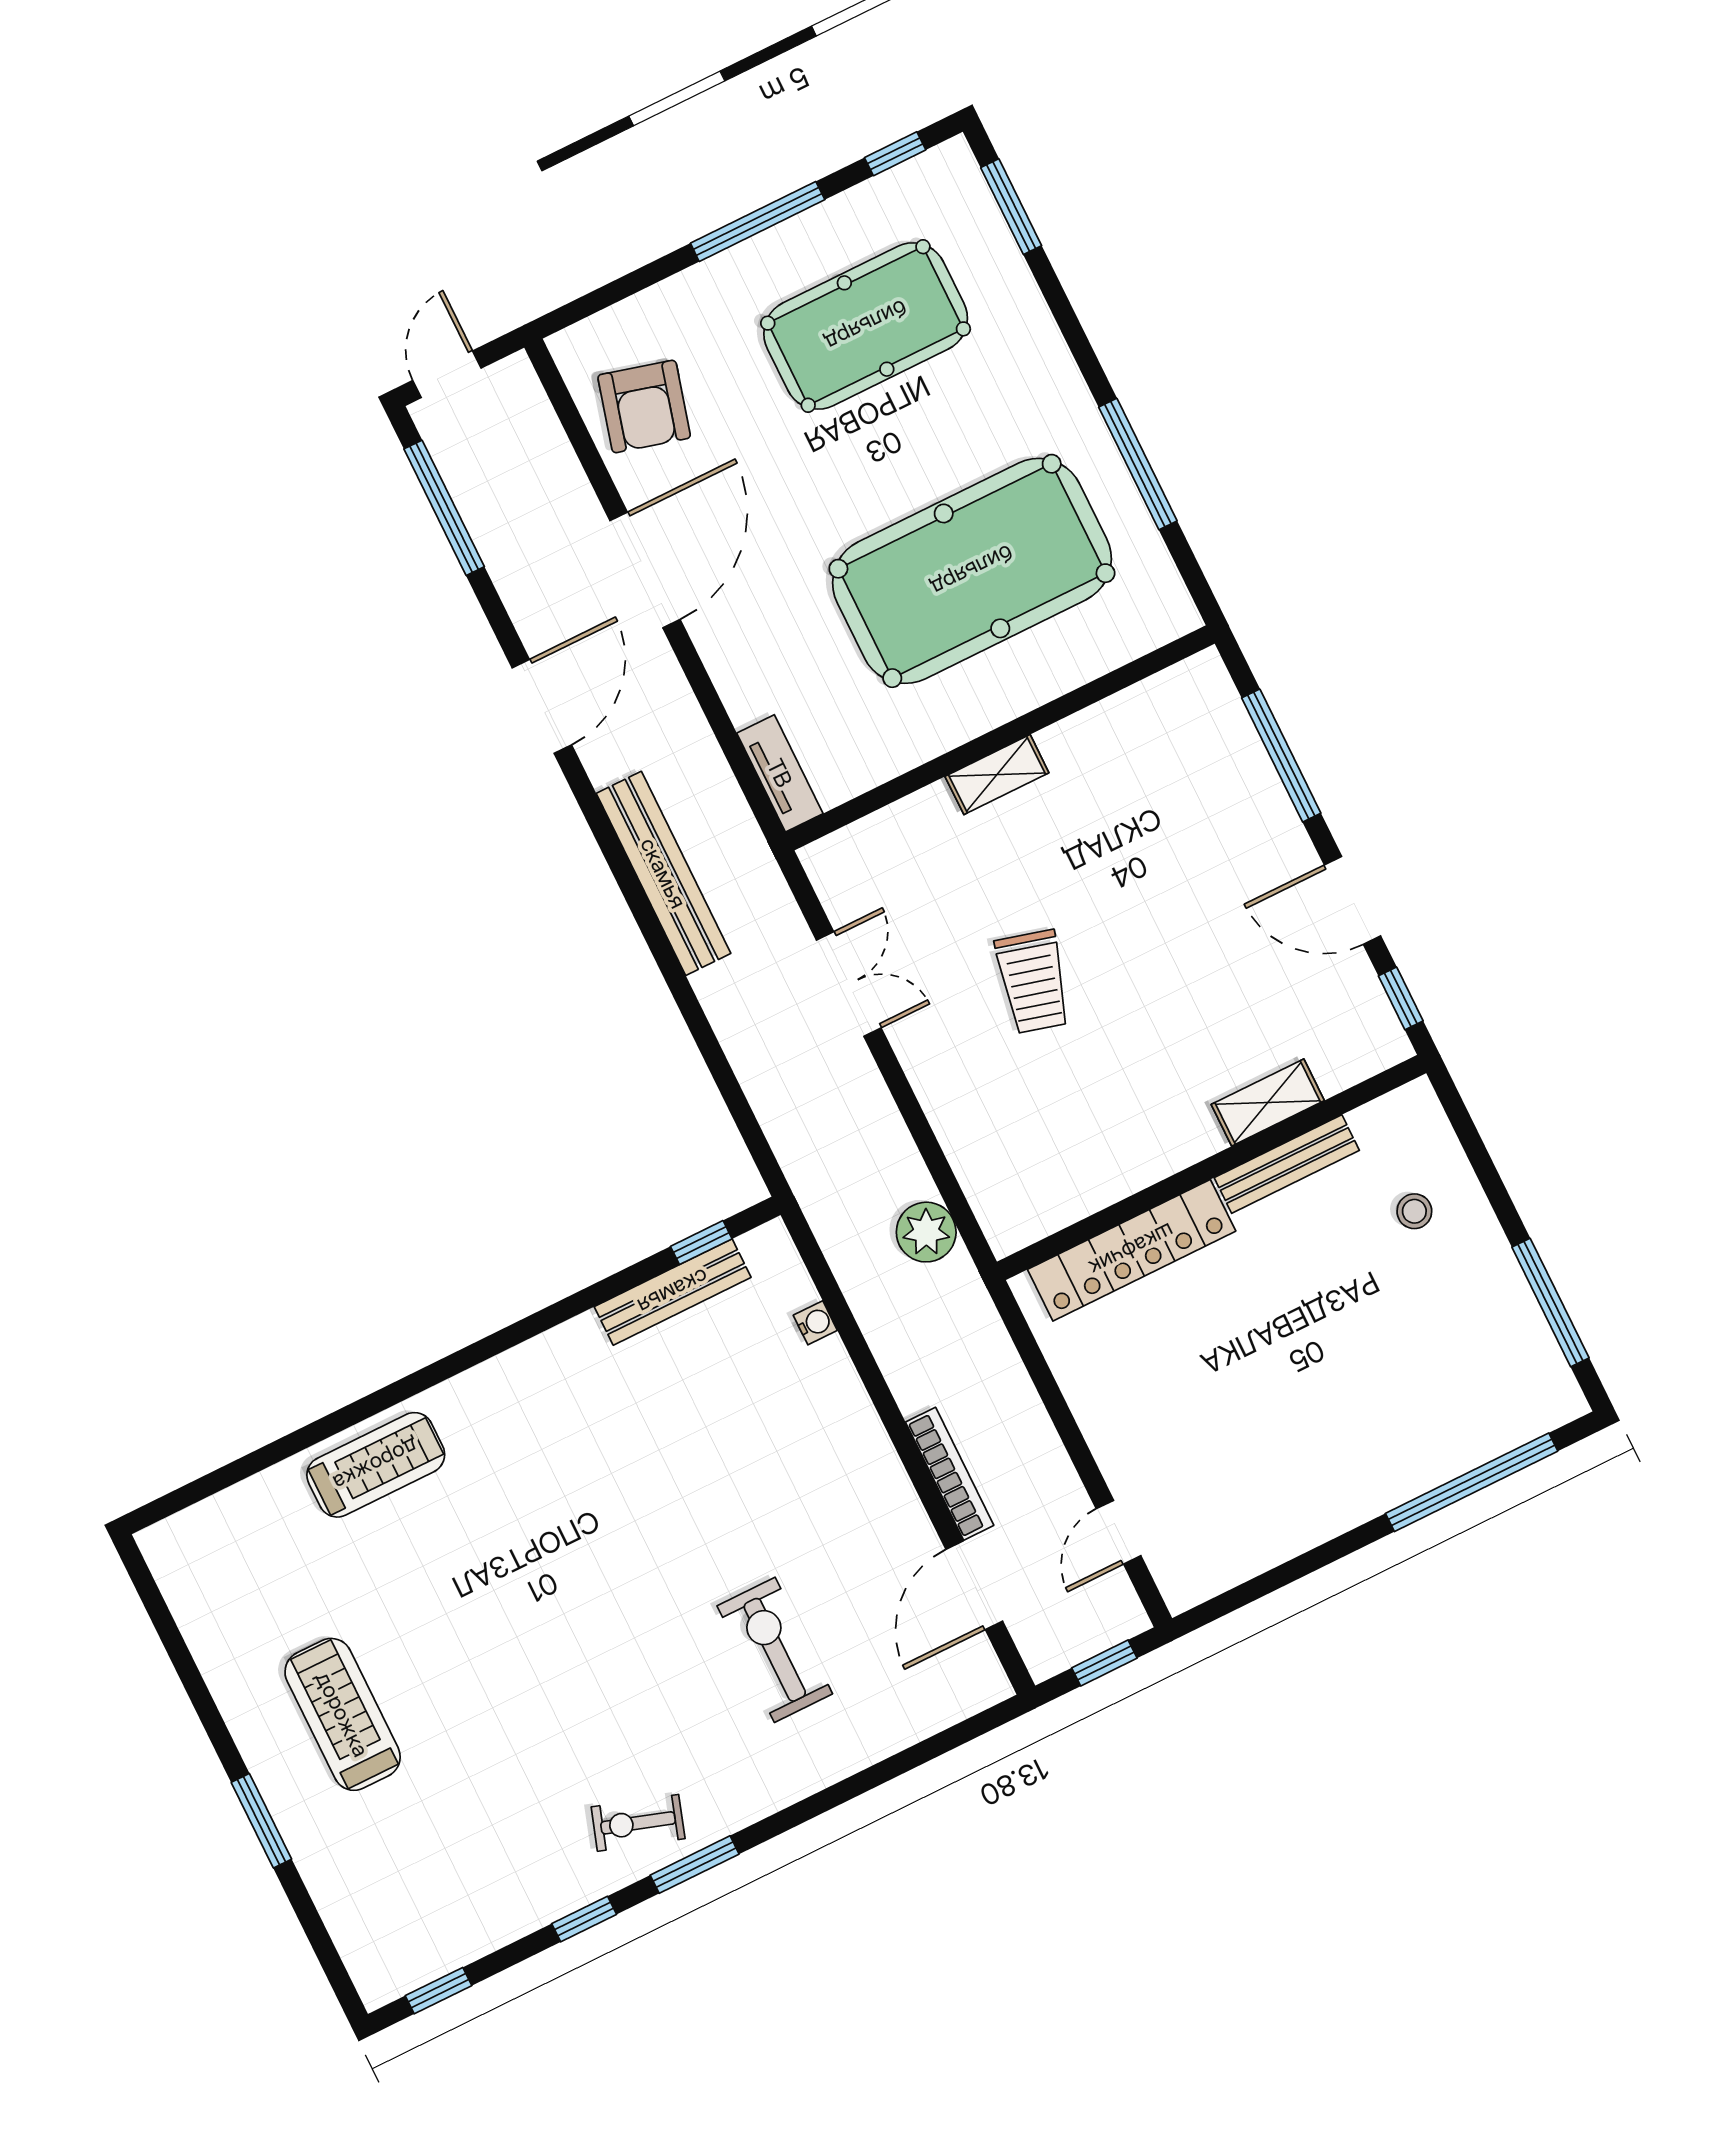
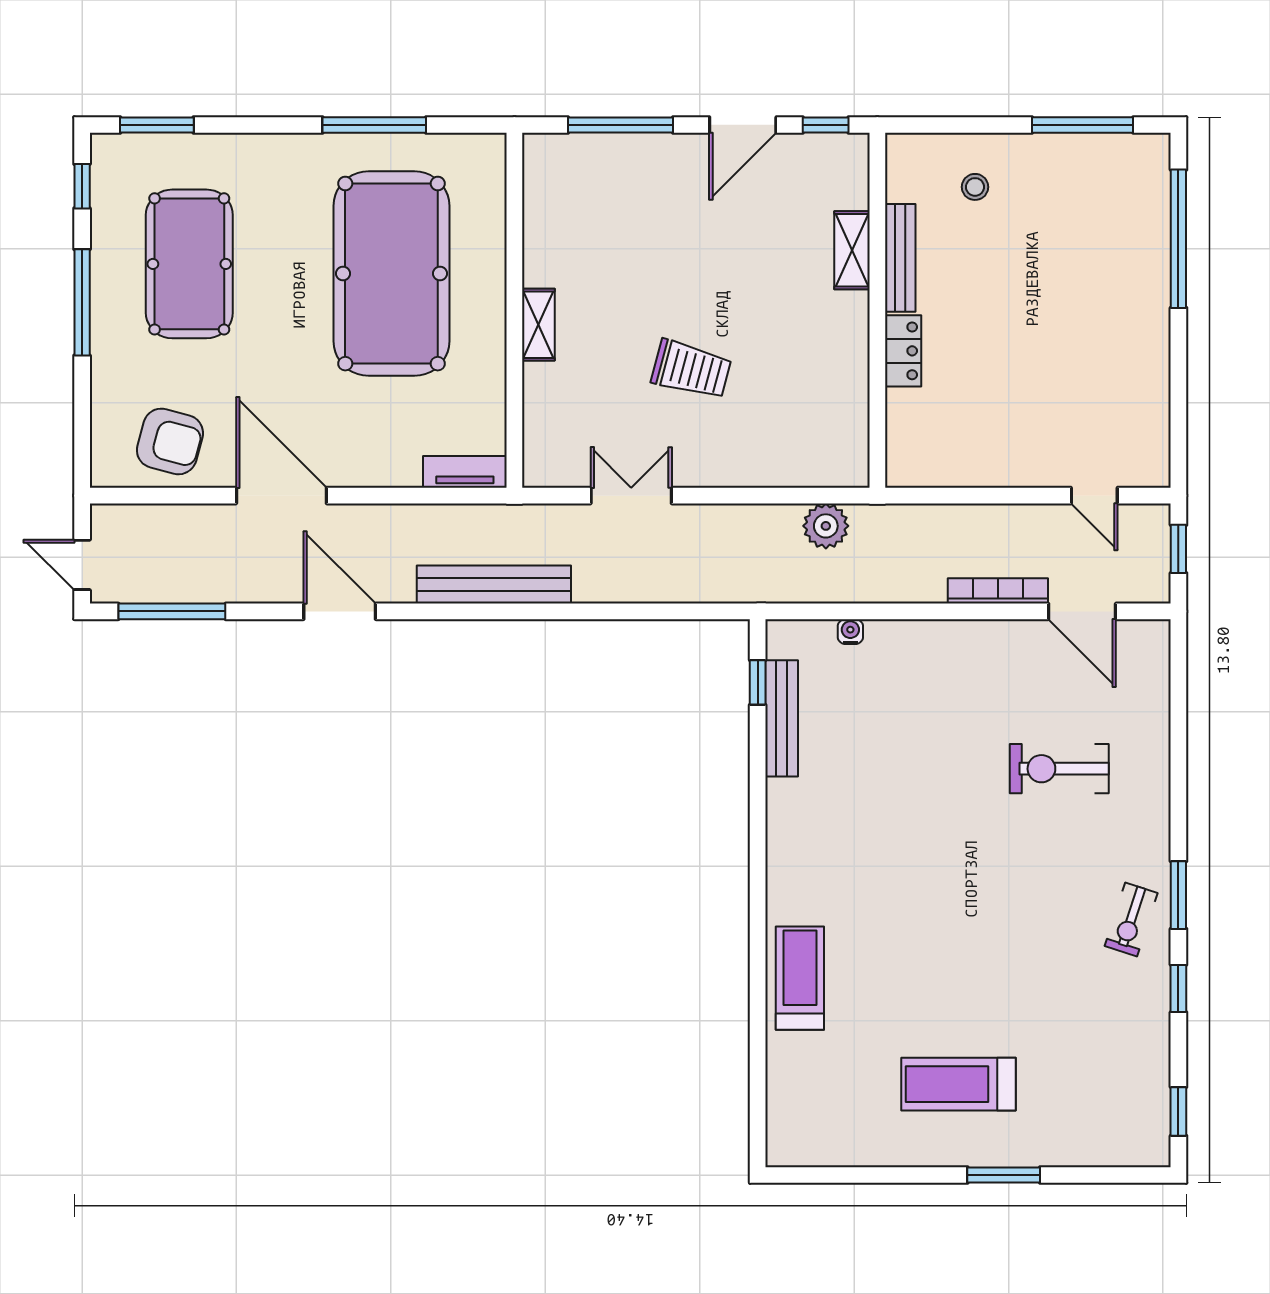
locker: (1132, 1250) -> (903, 351), width x0.46, depth x0.83

